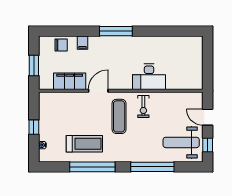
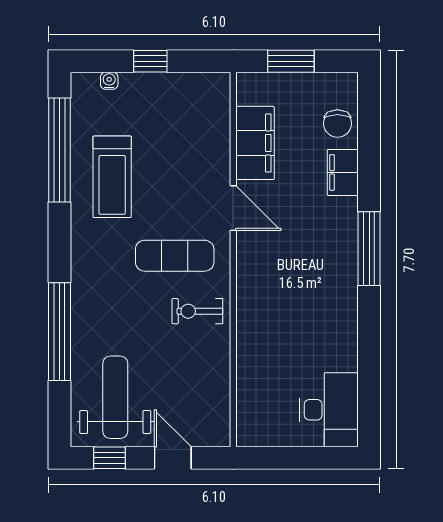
filing cabinet: (83, 43) -> (343, 172), width x2.00
desk: (149, 77) -> (329, 410), moved, turned 180
door: (208, 117) -> (173, 458), hinge flipped
window: (92, 167) -> (59, 150), moved

